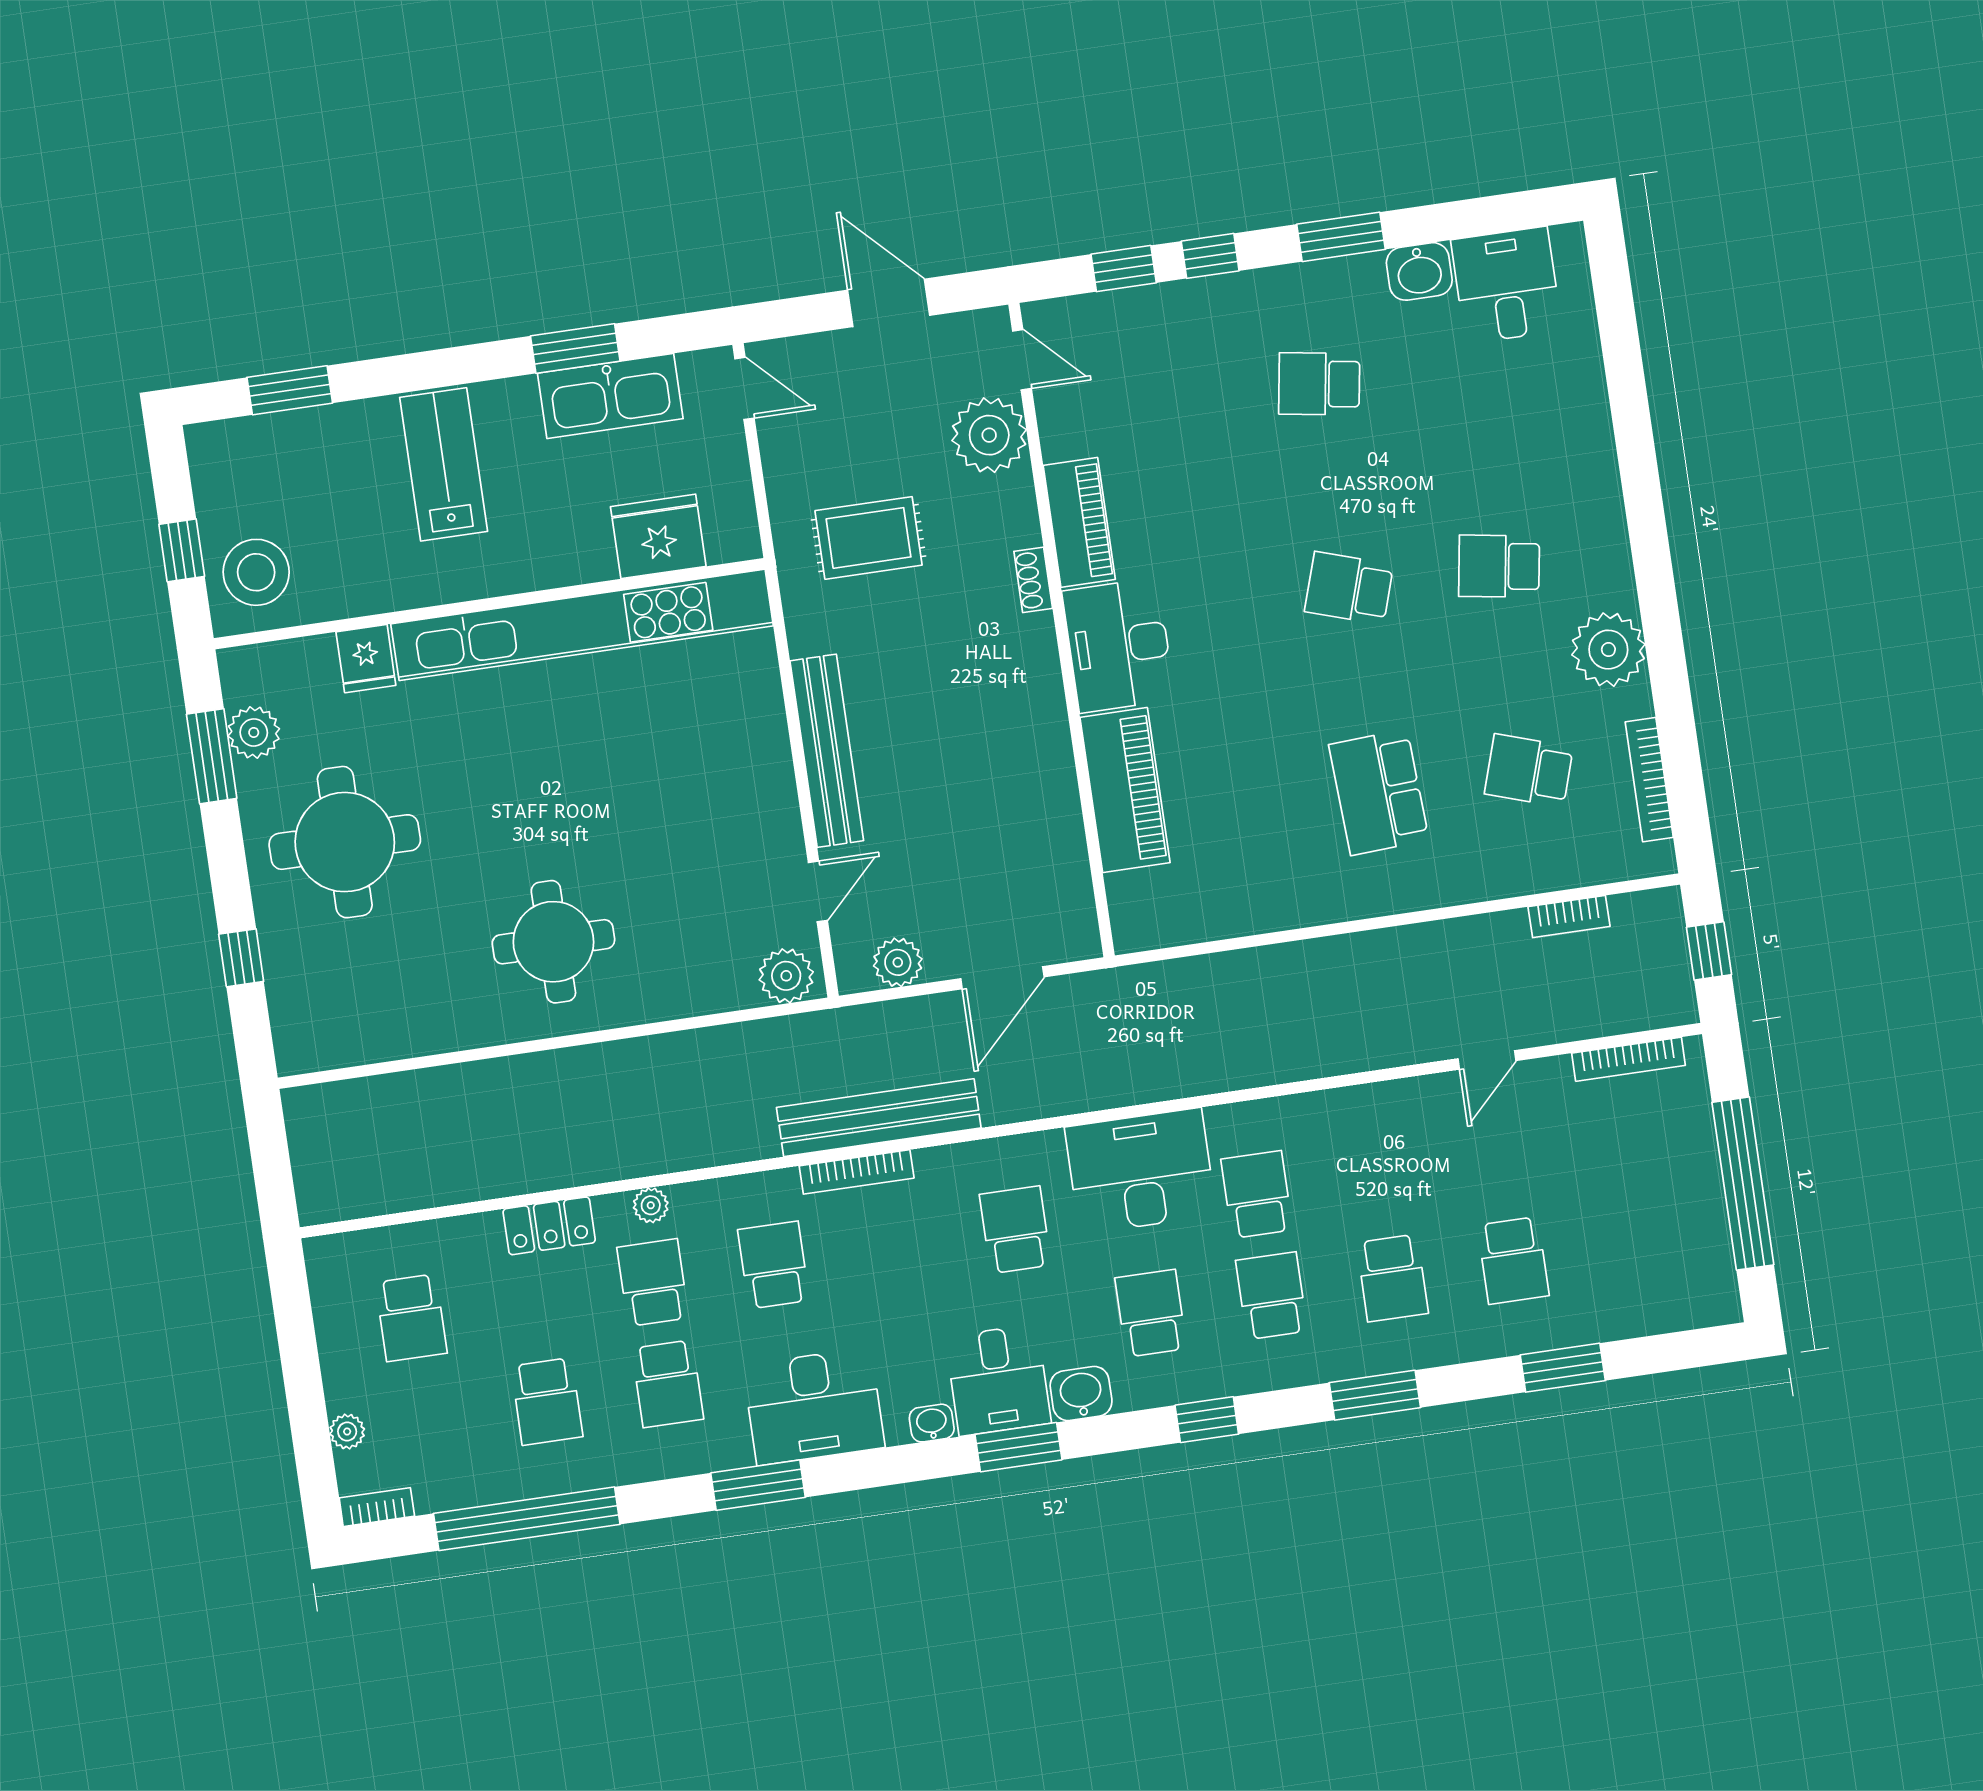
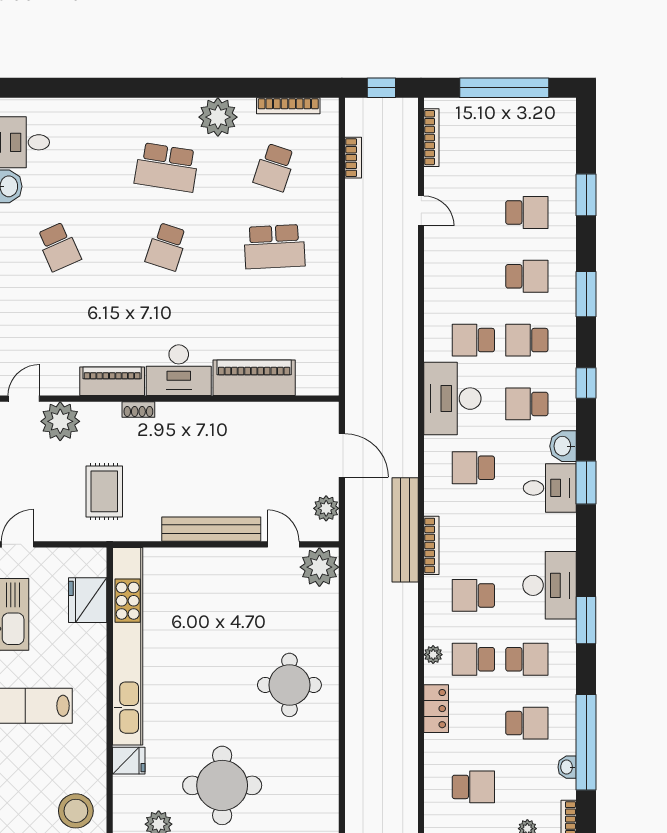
school desk: (1319, 384) -> (59, 247), turned -33
school desk: (1499, 566) -> (167, 167), width x1.85
plant: (786, 976) -> (319, 567), width x1.36, depth x1.36
washbasin: (932, 1423) -> (567, 767), moved

